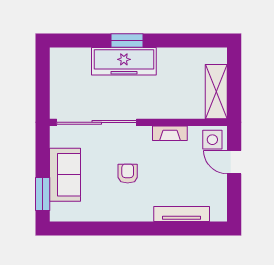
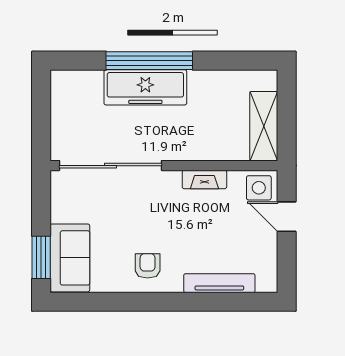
window: (127, 41) -> (149, 61), width x2.11
armchair: (128, 174) -> (148, 266), moved
sofa: (65, 175) -> (70, 258), moved

